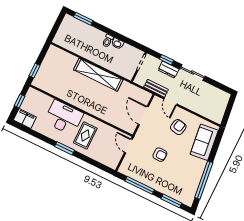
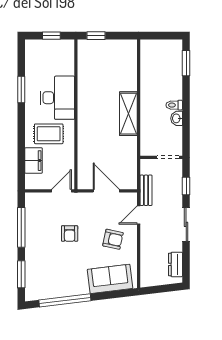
dresser: (168, 70) -> (175, 264), moved
shelving: (98, 75) -> (128, 114), width x0.68
door: (143, 116) -> (106, 191), hinge flipped
filing cabinet: (25, 119) -> (34, 161), moved
window: (64, 148) -> (21, 90), moved

